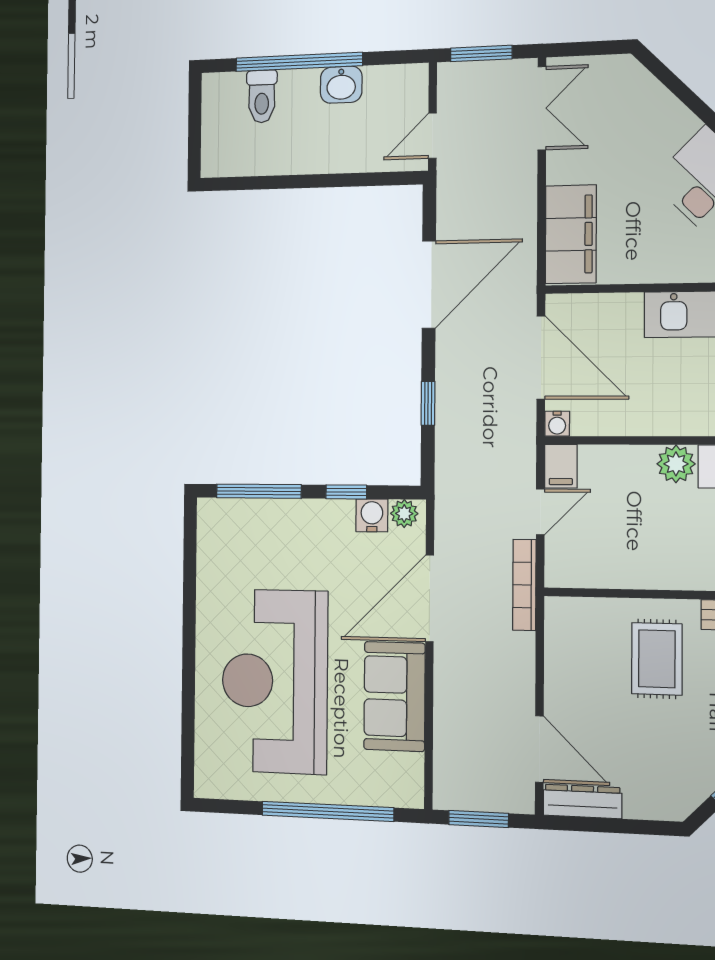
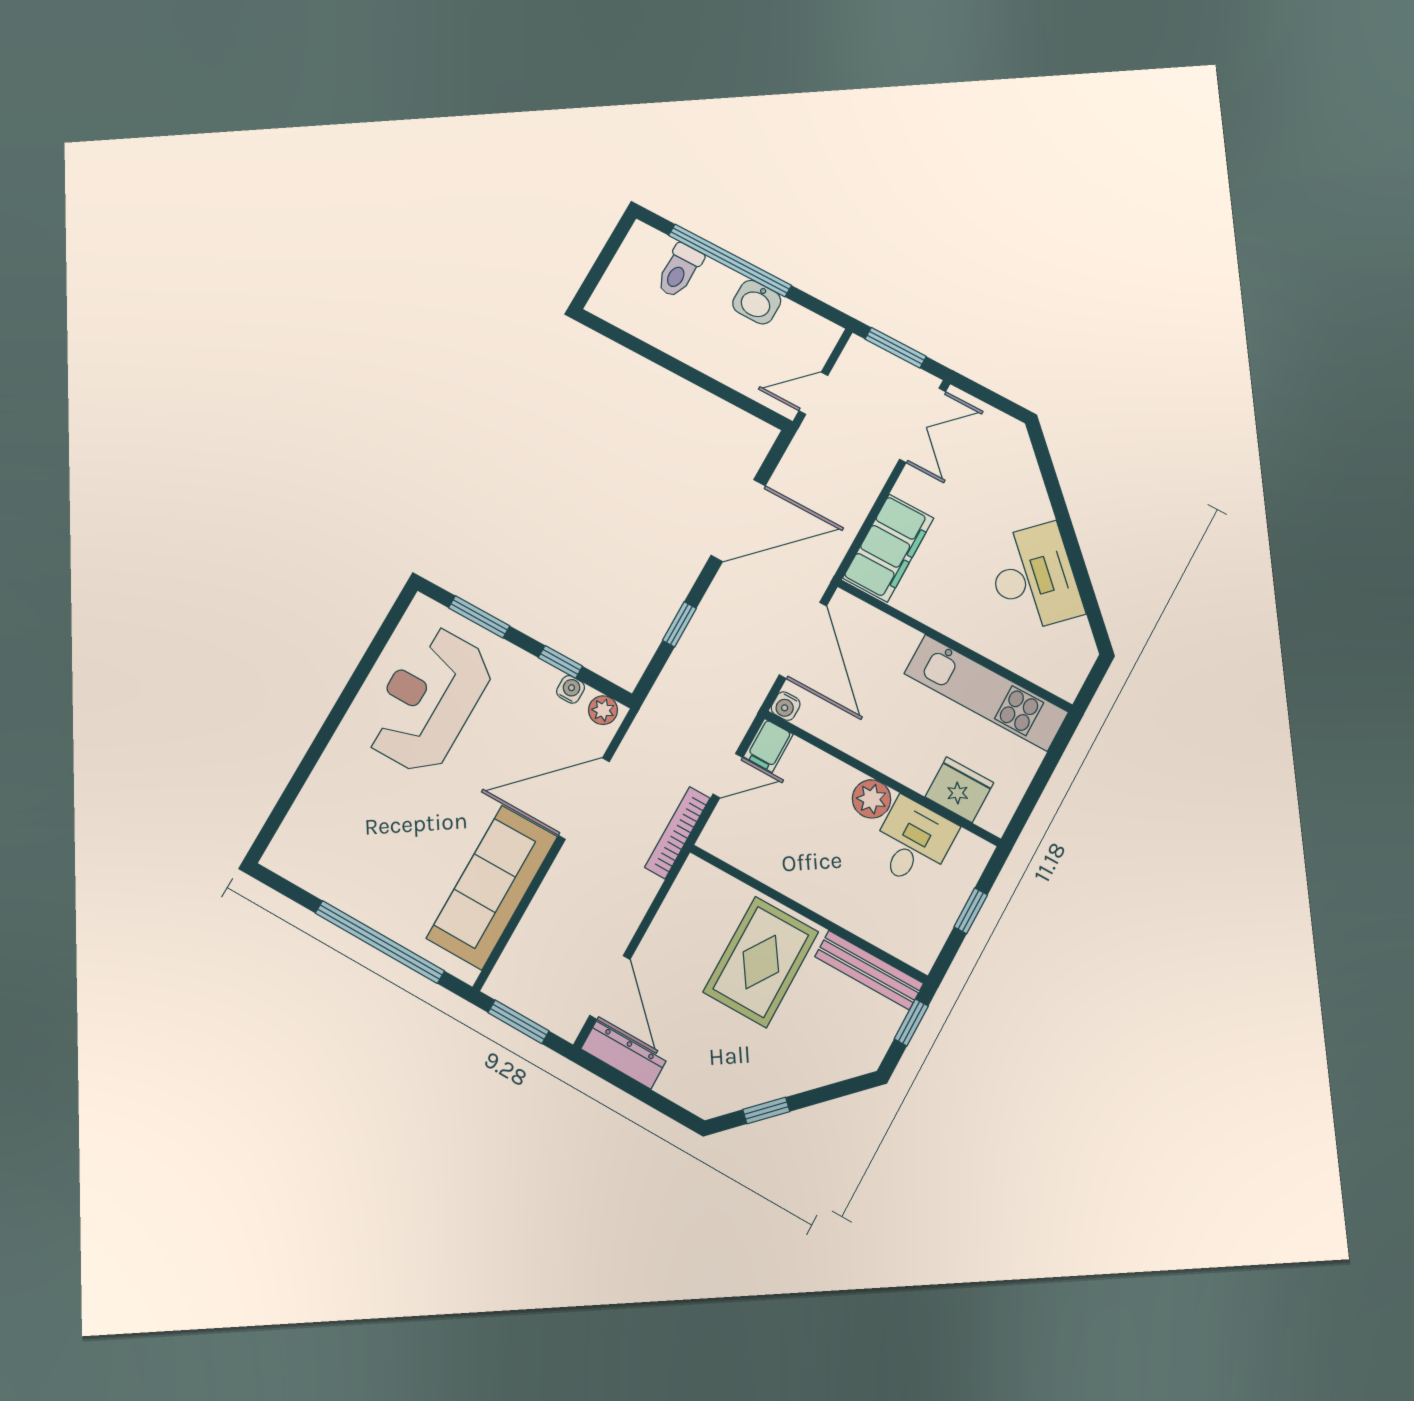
window: (259, 491) -> (479, 617), width x0.69
water cooler: (372, 515) -> (571, 689), width x0.72, depth x0.72
rug: (657, 659) -> (761, 962), width x1.36, depth x1.43
reception desk: (275, 681) -> (429, 700), moved, width x0.74, depth x0.77
sofa: (394, 696) -> (492, 887), width x1.36

